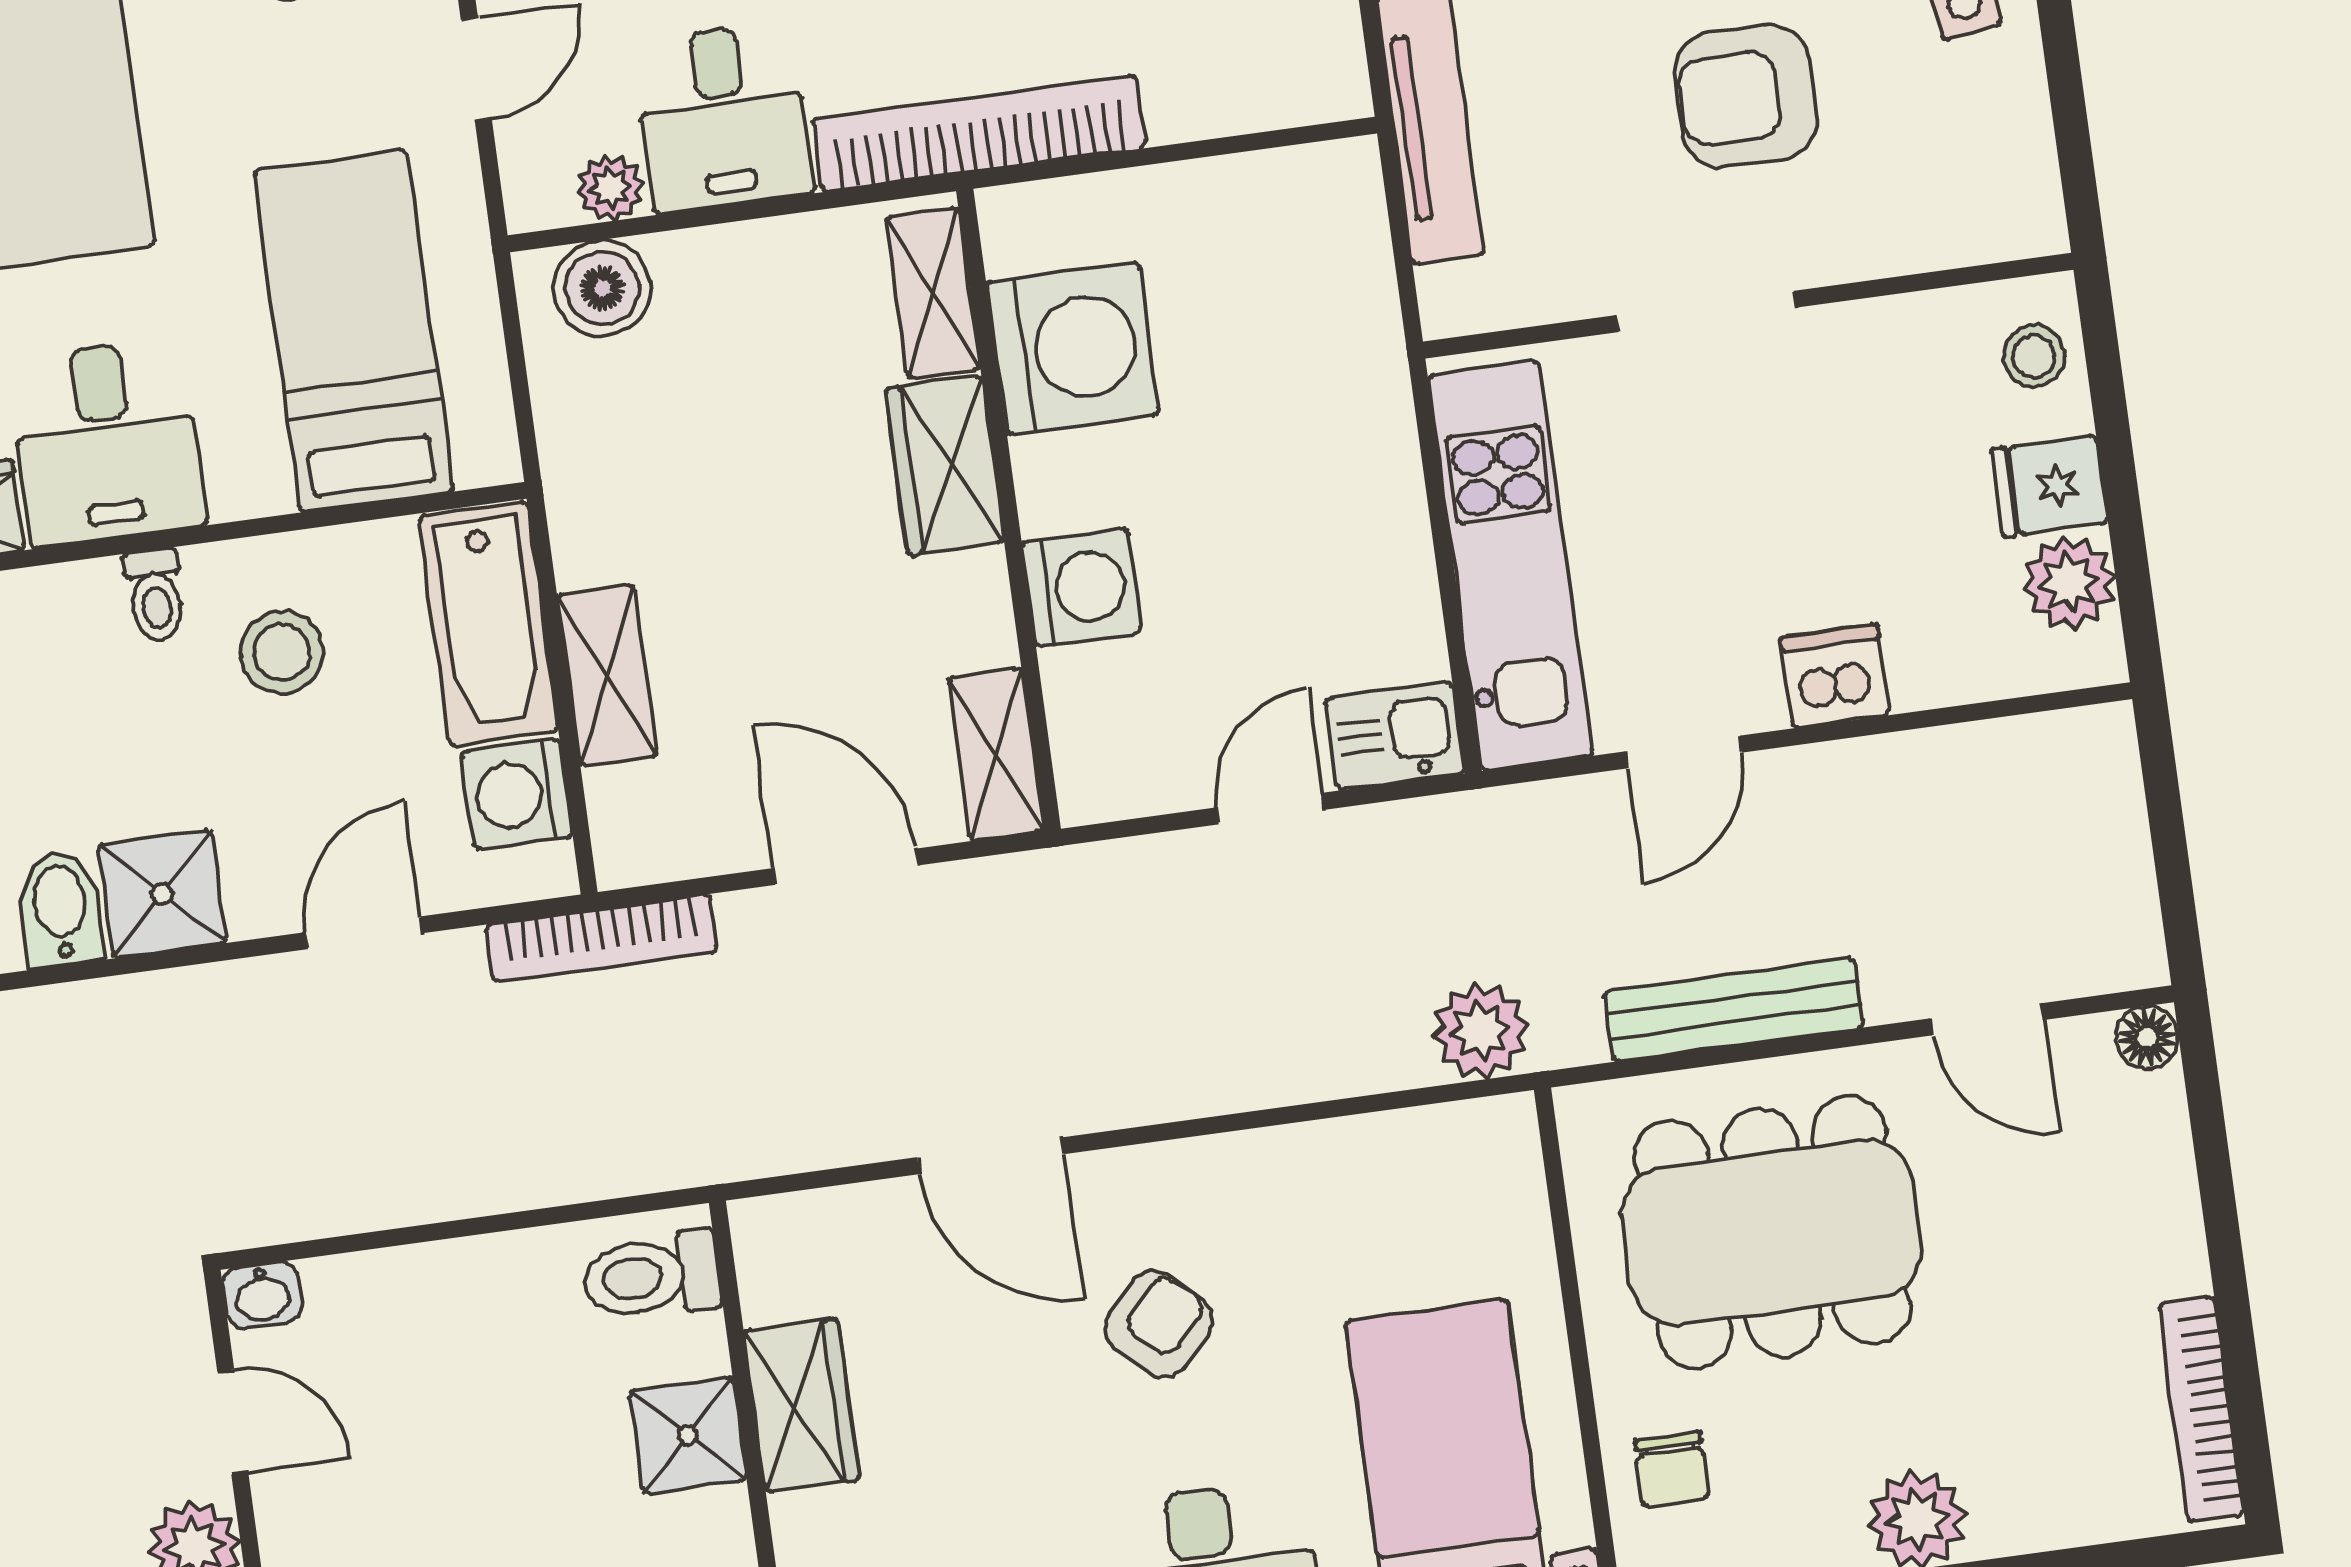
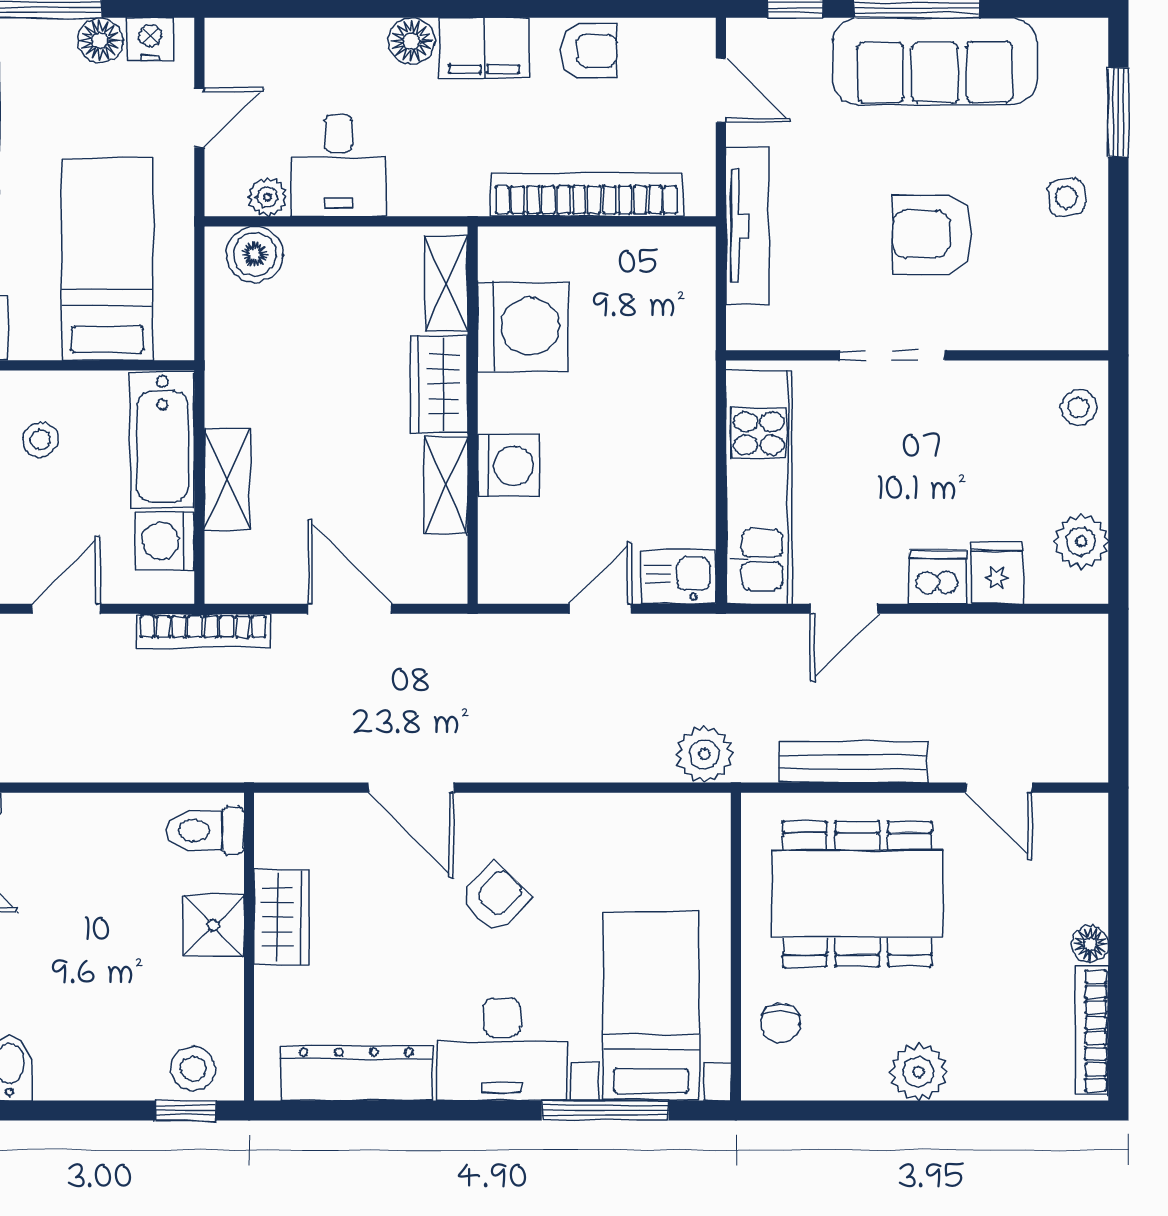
bookcase: (979, 133) -> (587, 195), moved
fridge: (2049, 486) -> (997, 573), moved, turned 90
stool: (282, 652) -> (40, 440), width x0.73, depth x0.73
shelving: (996, 754) -> (446, 485), moved
floor lamp: (2147, 1038) -> (1090, 944), moved

